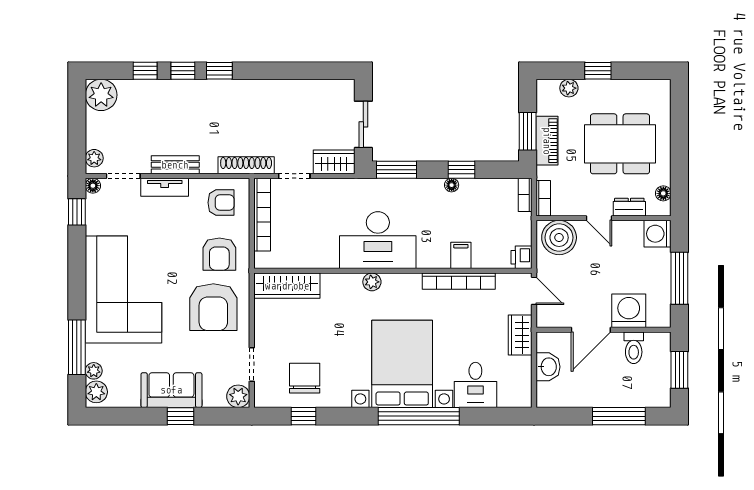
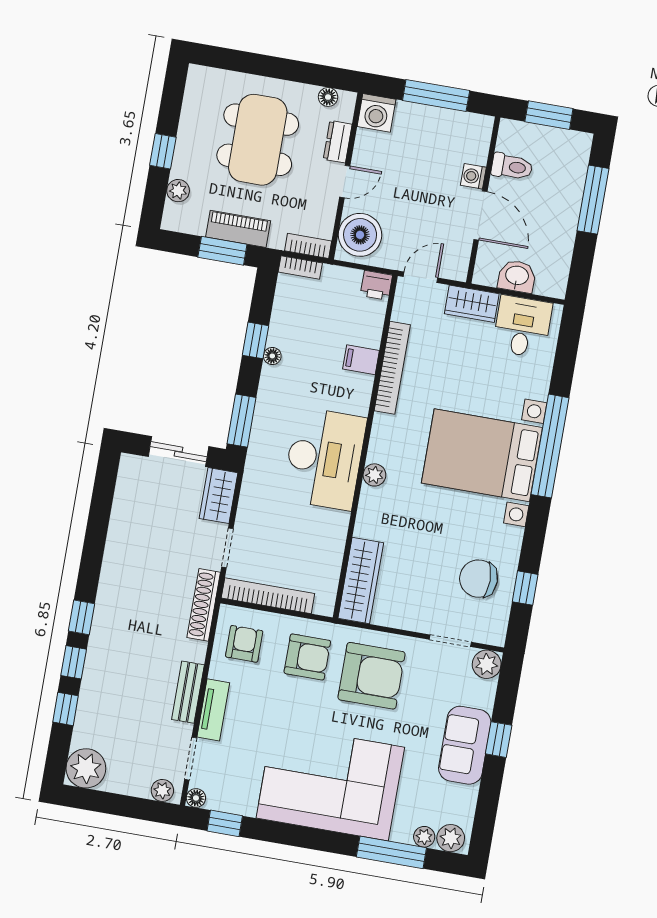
washing machine: (629, 311) -> (473, 176), width x0.53, depth x0.53
desk: (475, 385) -> (522, 327), moved, turned -90

